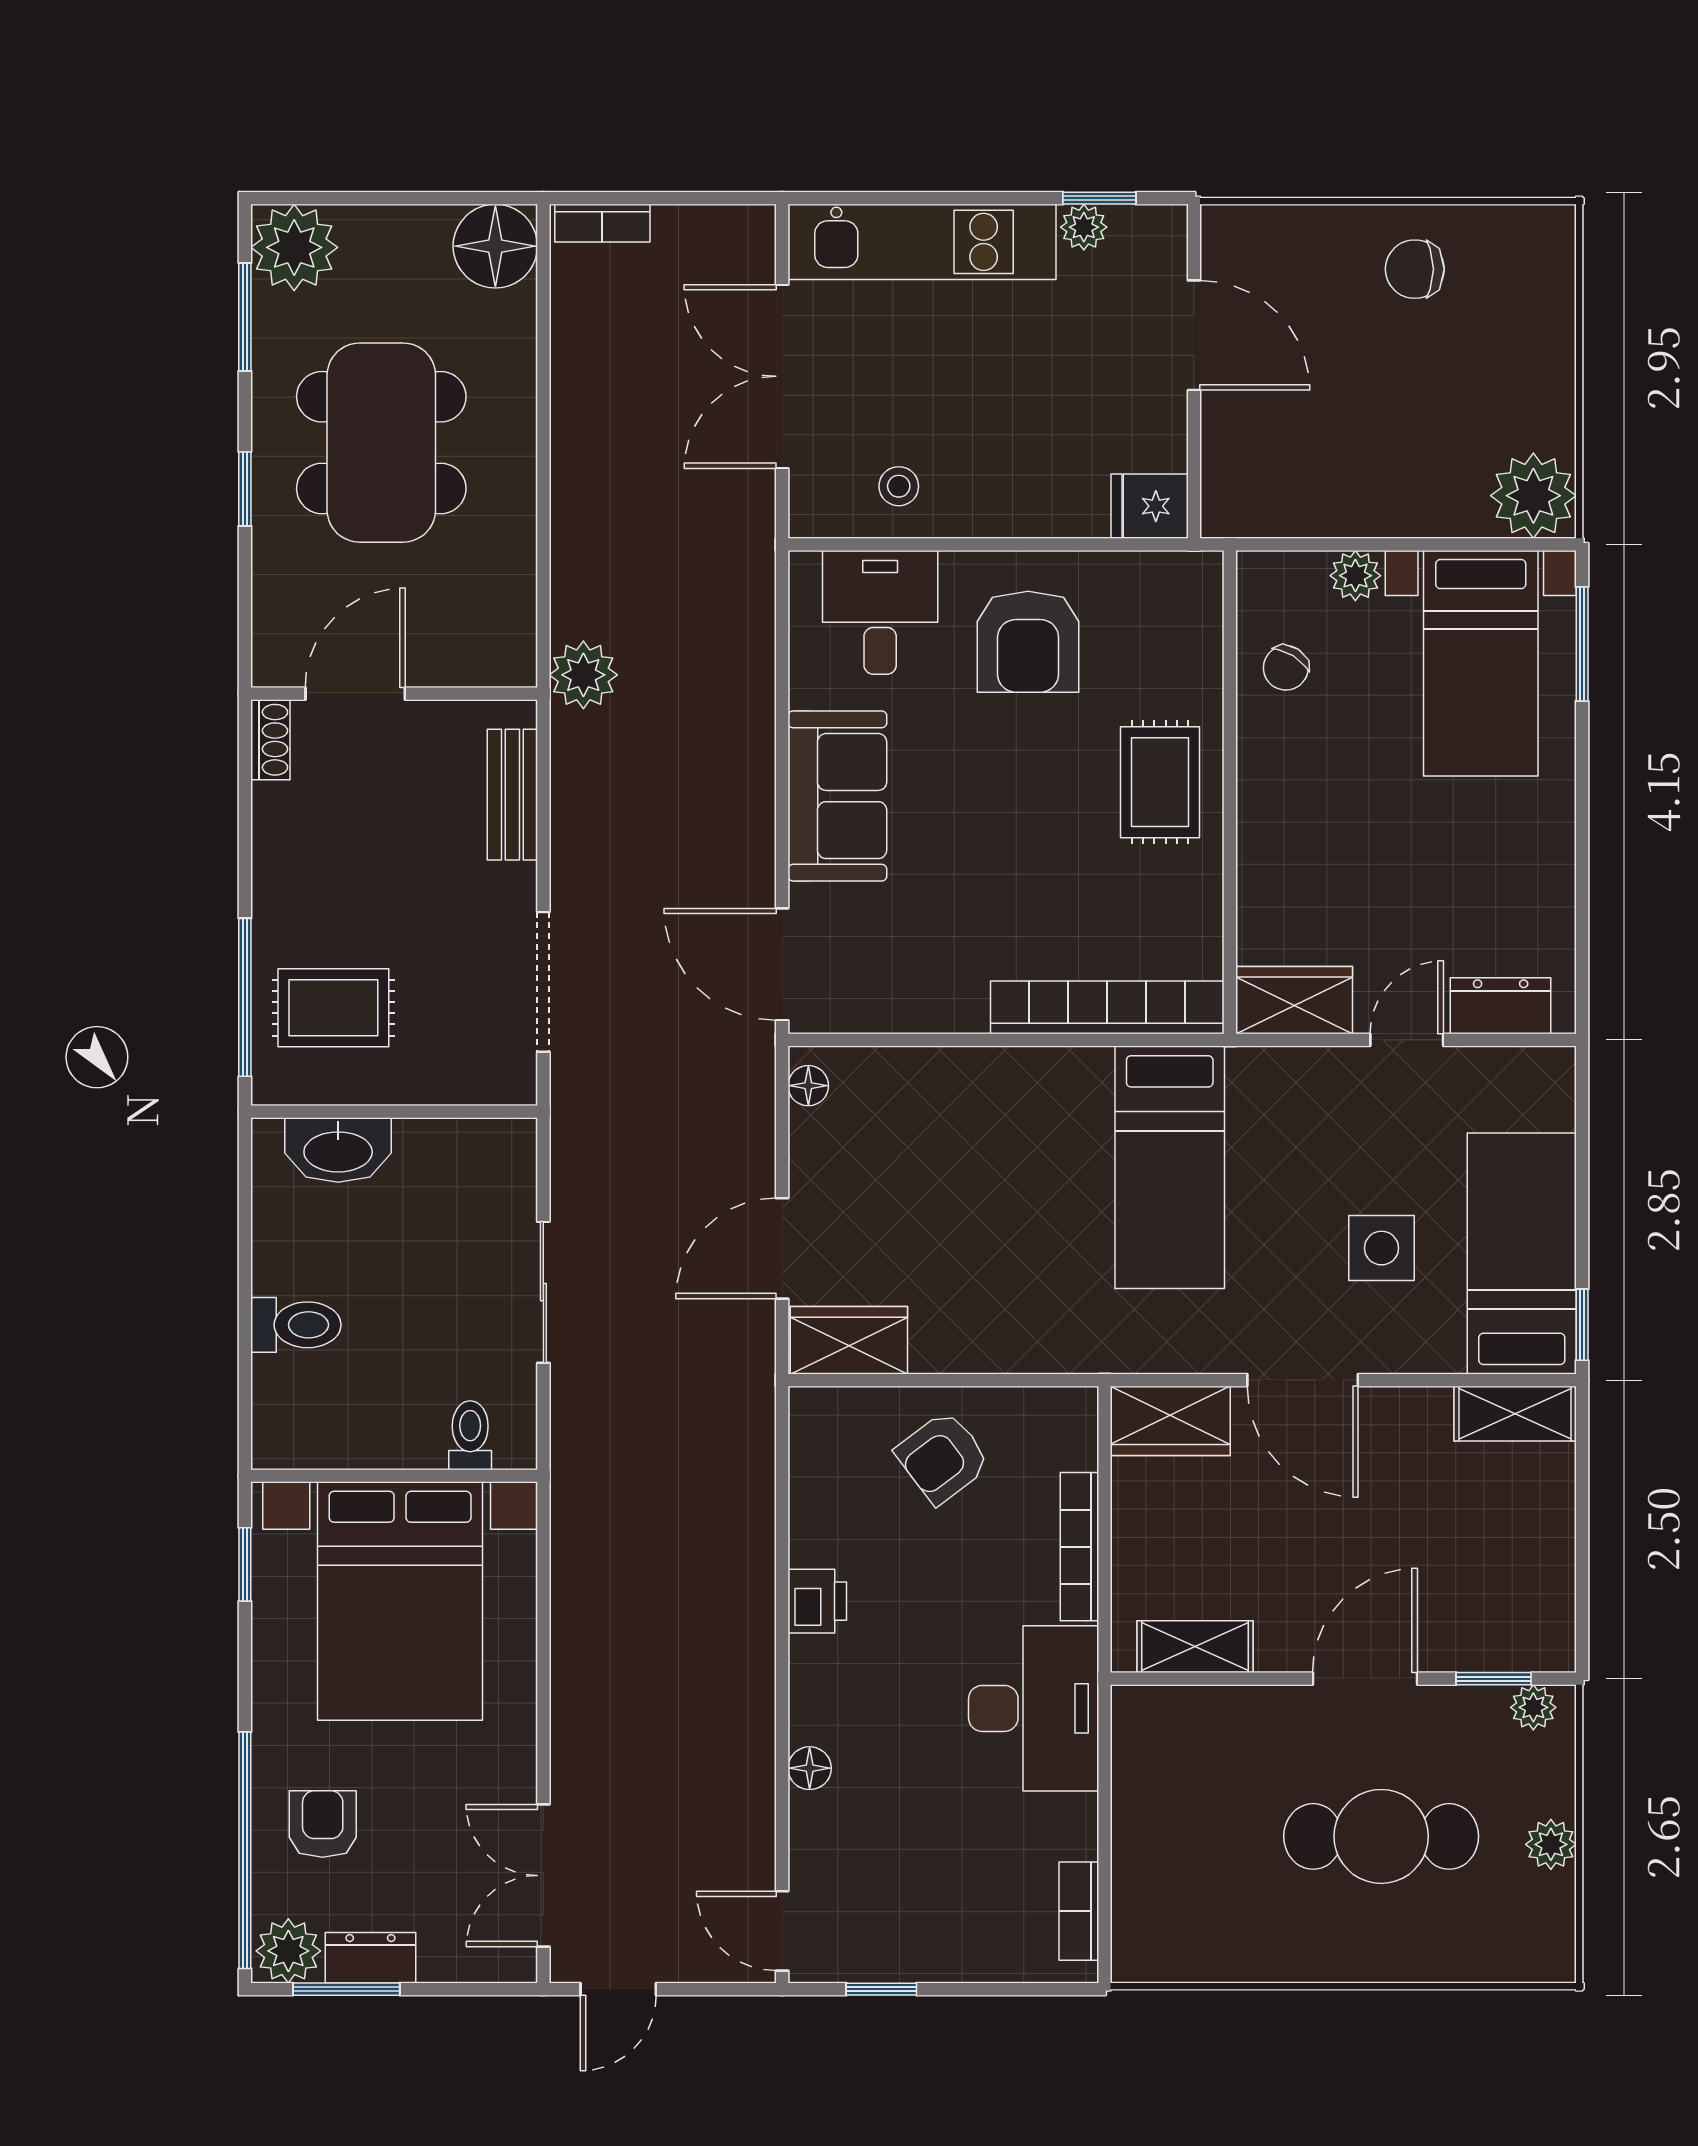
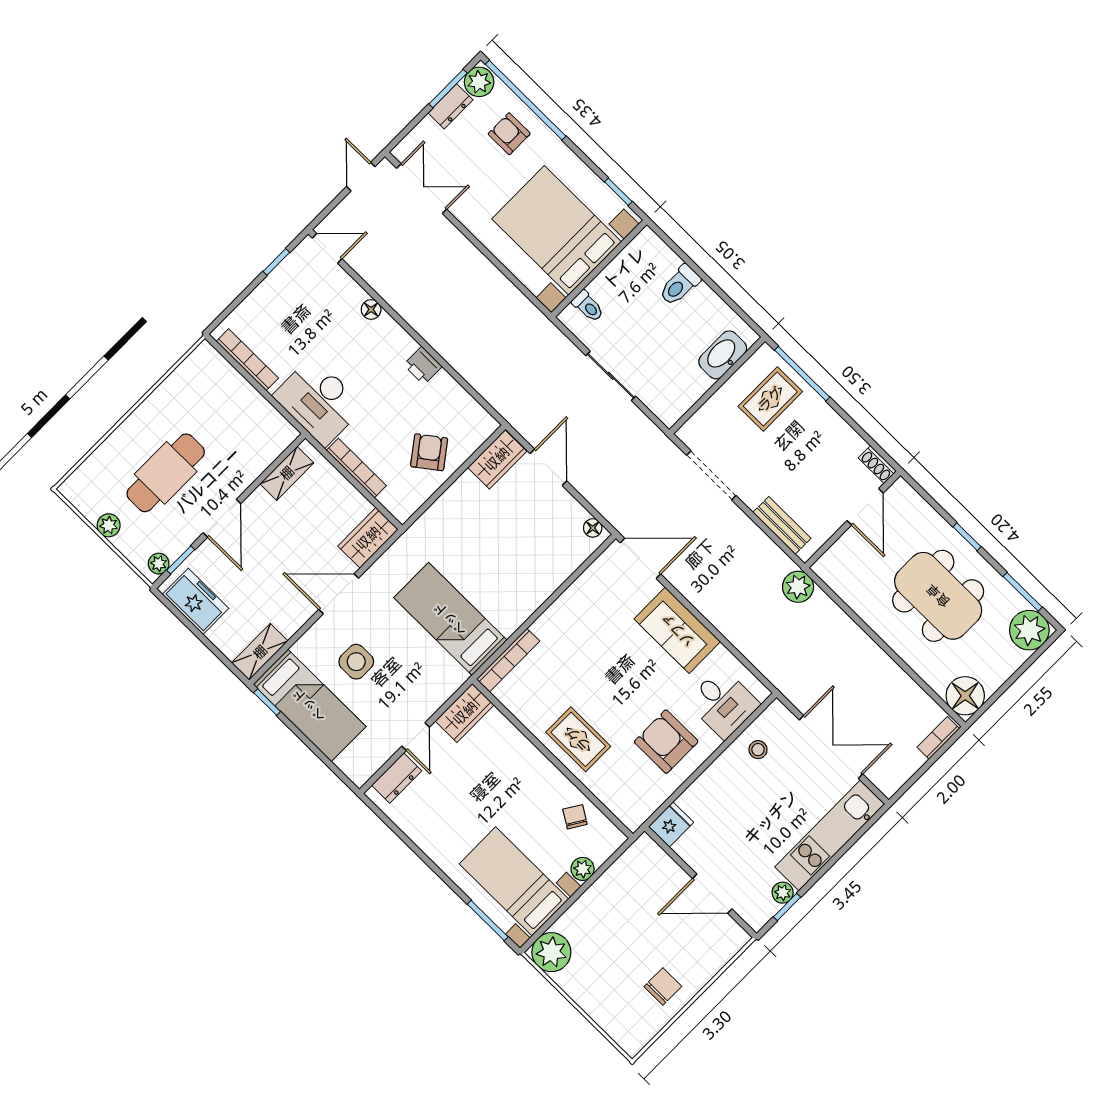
bookcase: (1107, 1007) -> (508, 660), width x0.68, depth x0.76
freezer: (1535, 1592) -> (196, 601), added
armchair: (323, 1824) -> (509, 134), turned 180
bookcase: (1079, 1911) -> (247, 360), width x1.56

